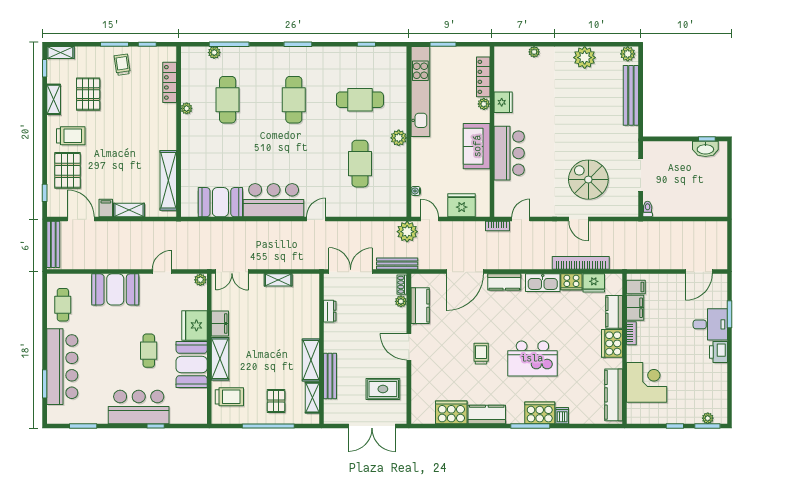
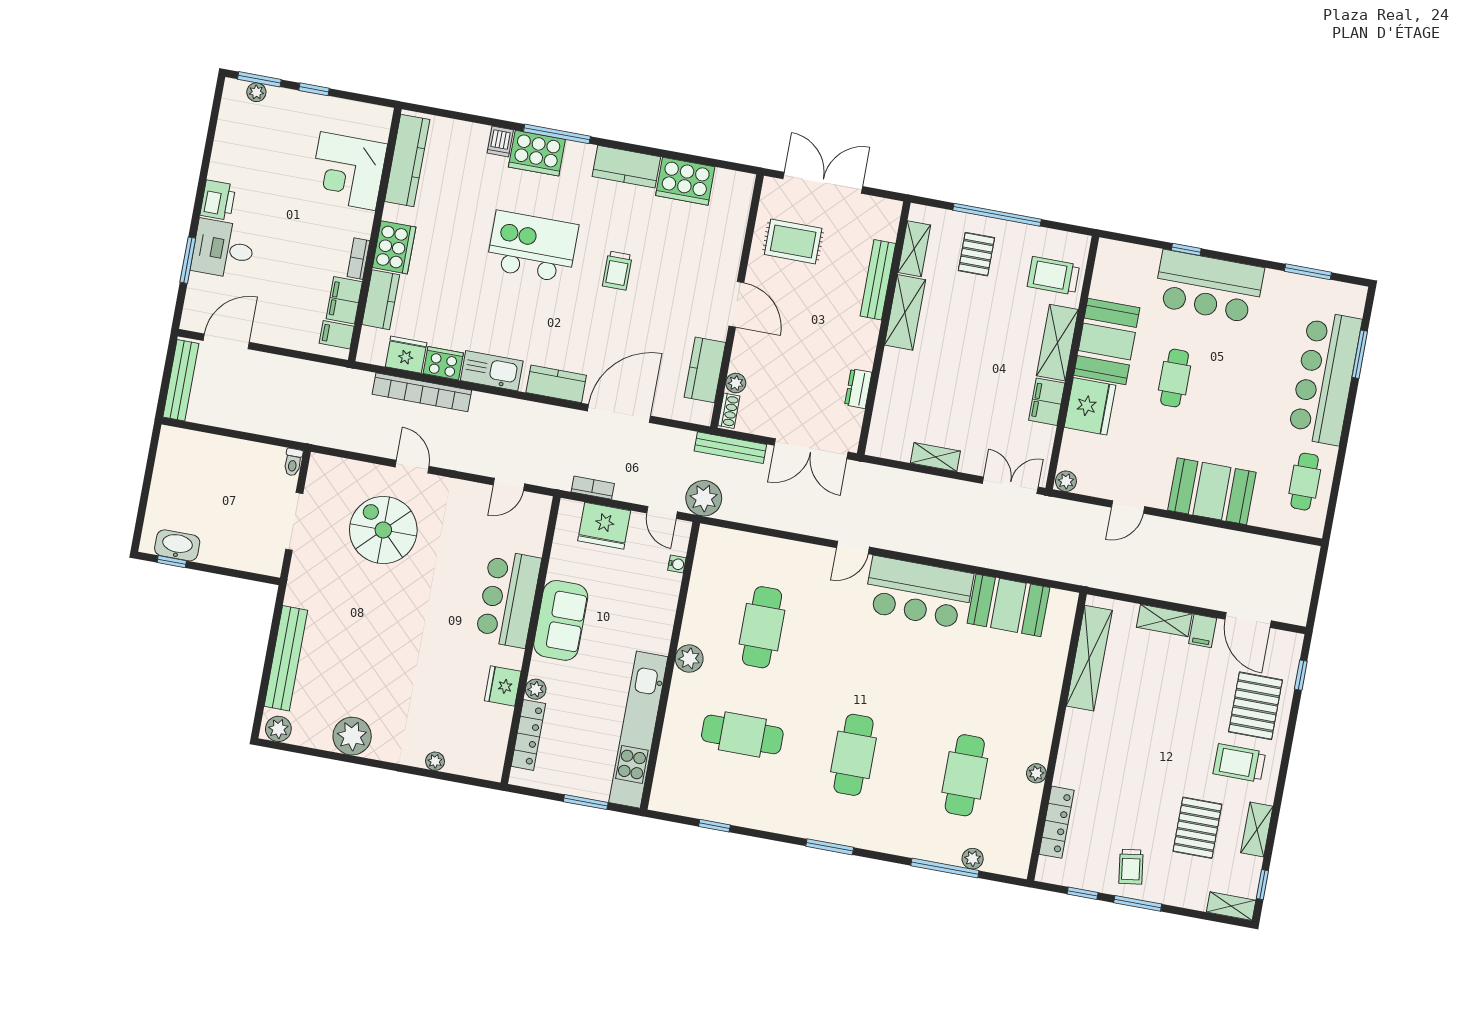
spiral stairs: (588, 180) -> (383, 530), turned 180
bookcase: (498, 226) -> (593, 488), moved
bench: (53, 244) -> (181, 380), moved

